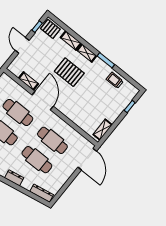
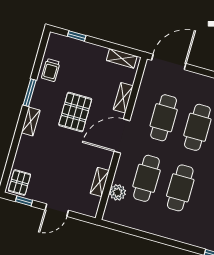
shelving: (71, 40) -> (123, 98), moved
pallet: (69, 72) -> (75, 112), moved
plant: (17, 90) -> (118, 192), added
door: (43, 101) -> (122, 136), moved

